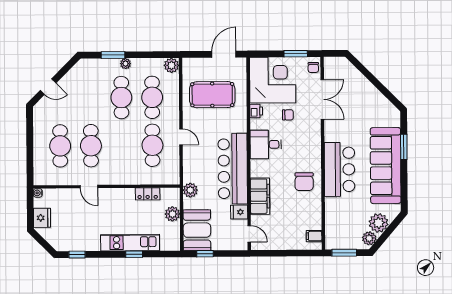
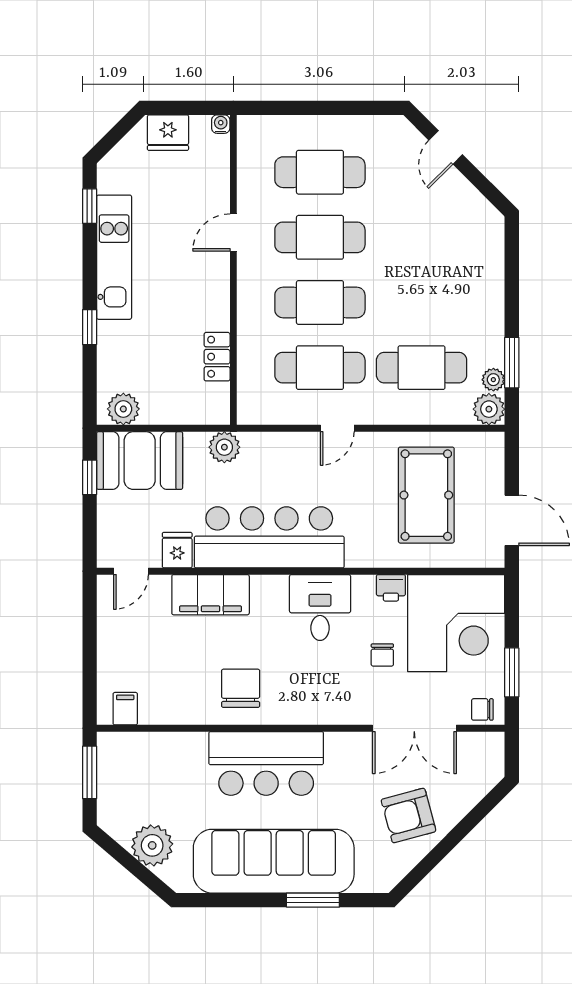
window: (113, 55) -> (512, 363), moved
plant: (126, 64) -> (493, 380), moved
cafe table: (121, 98) -> (320, 302), moved
armchair: (364, 102) -> (409, 815), added
chair: (304, 182) -> (241, 688), turned 90
plant: (172, 214) -> (123, 409), moved
plant: (369, 238) -> (120, 826), removed
kitchen unit: (130, 243) -> (114, 257), moved

